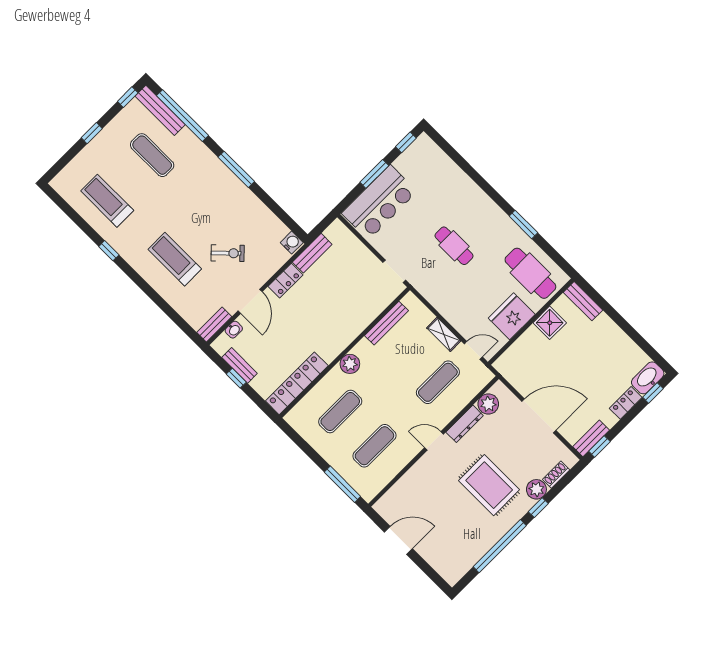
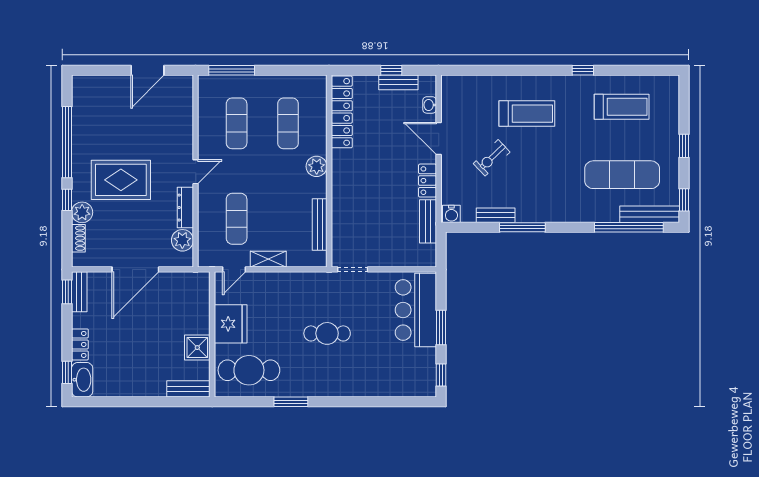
exercise mat: (152, 155) -> (622, 175), width x1.36, depth x1.45
window: (236, 169) -> (522, 227), moved
bench: (214, 324) -> (496, 215), moved, turned 90

